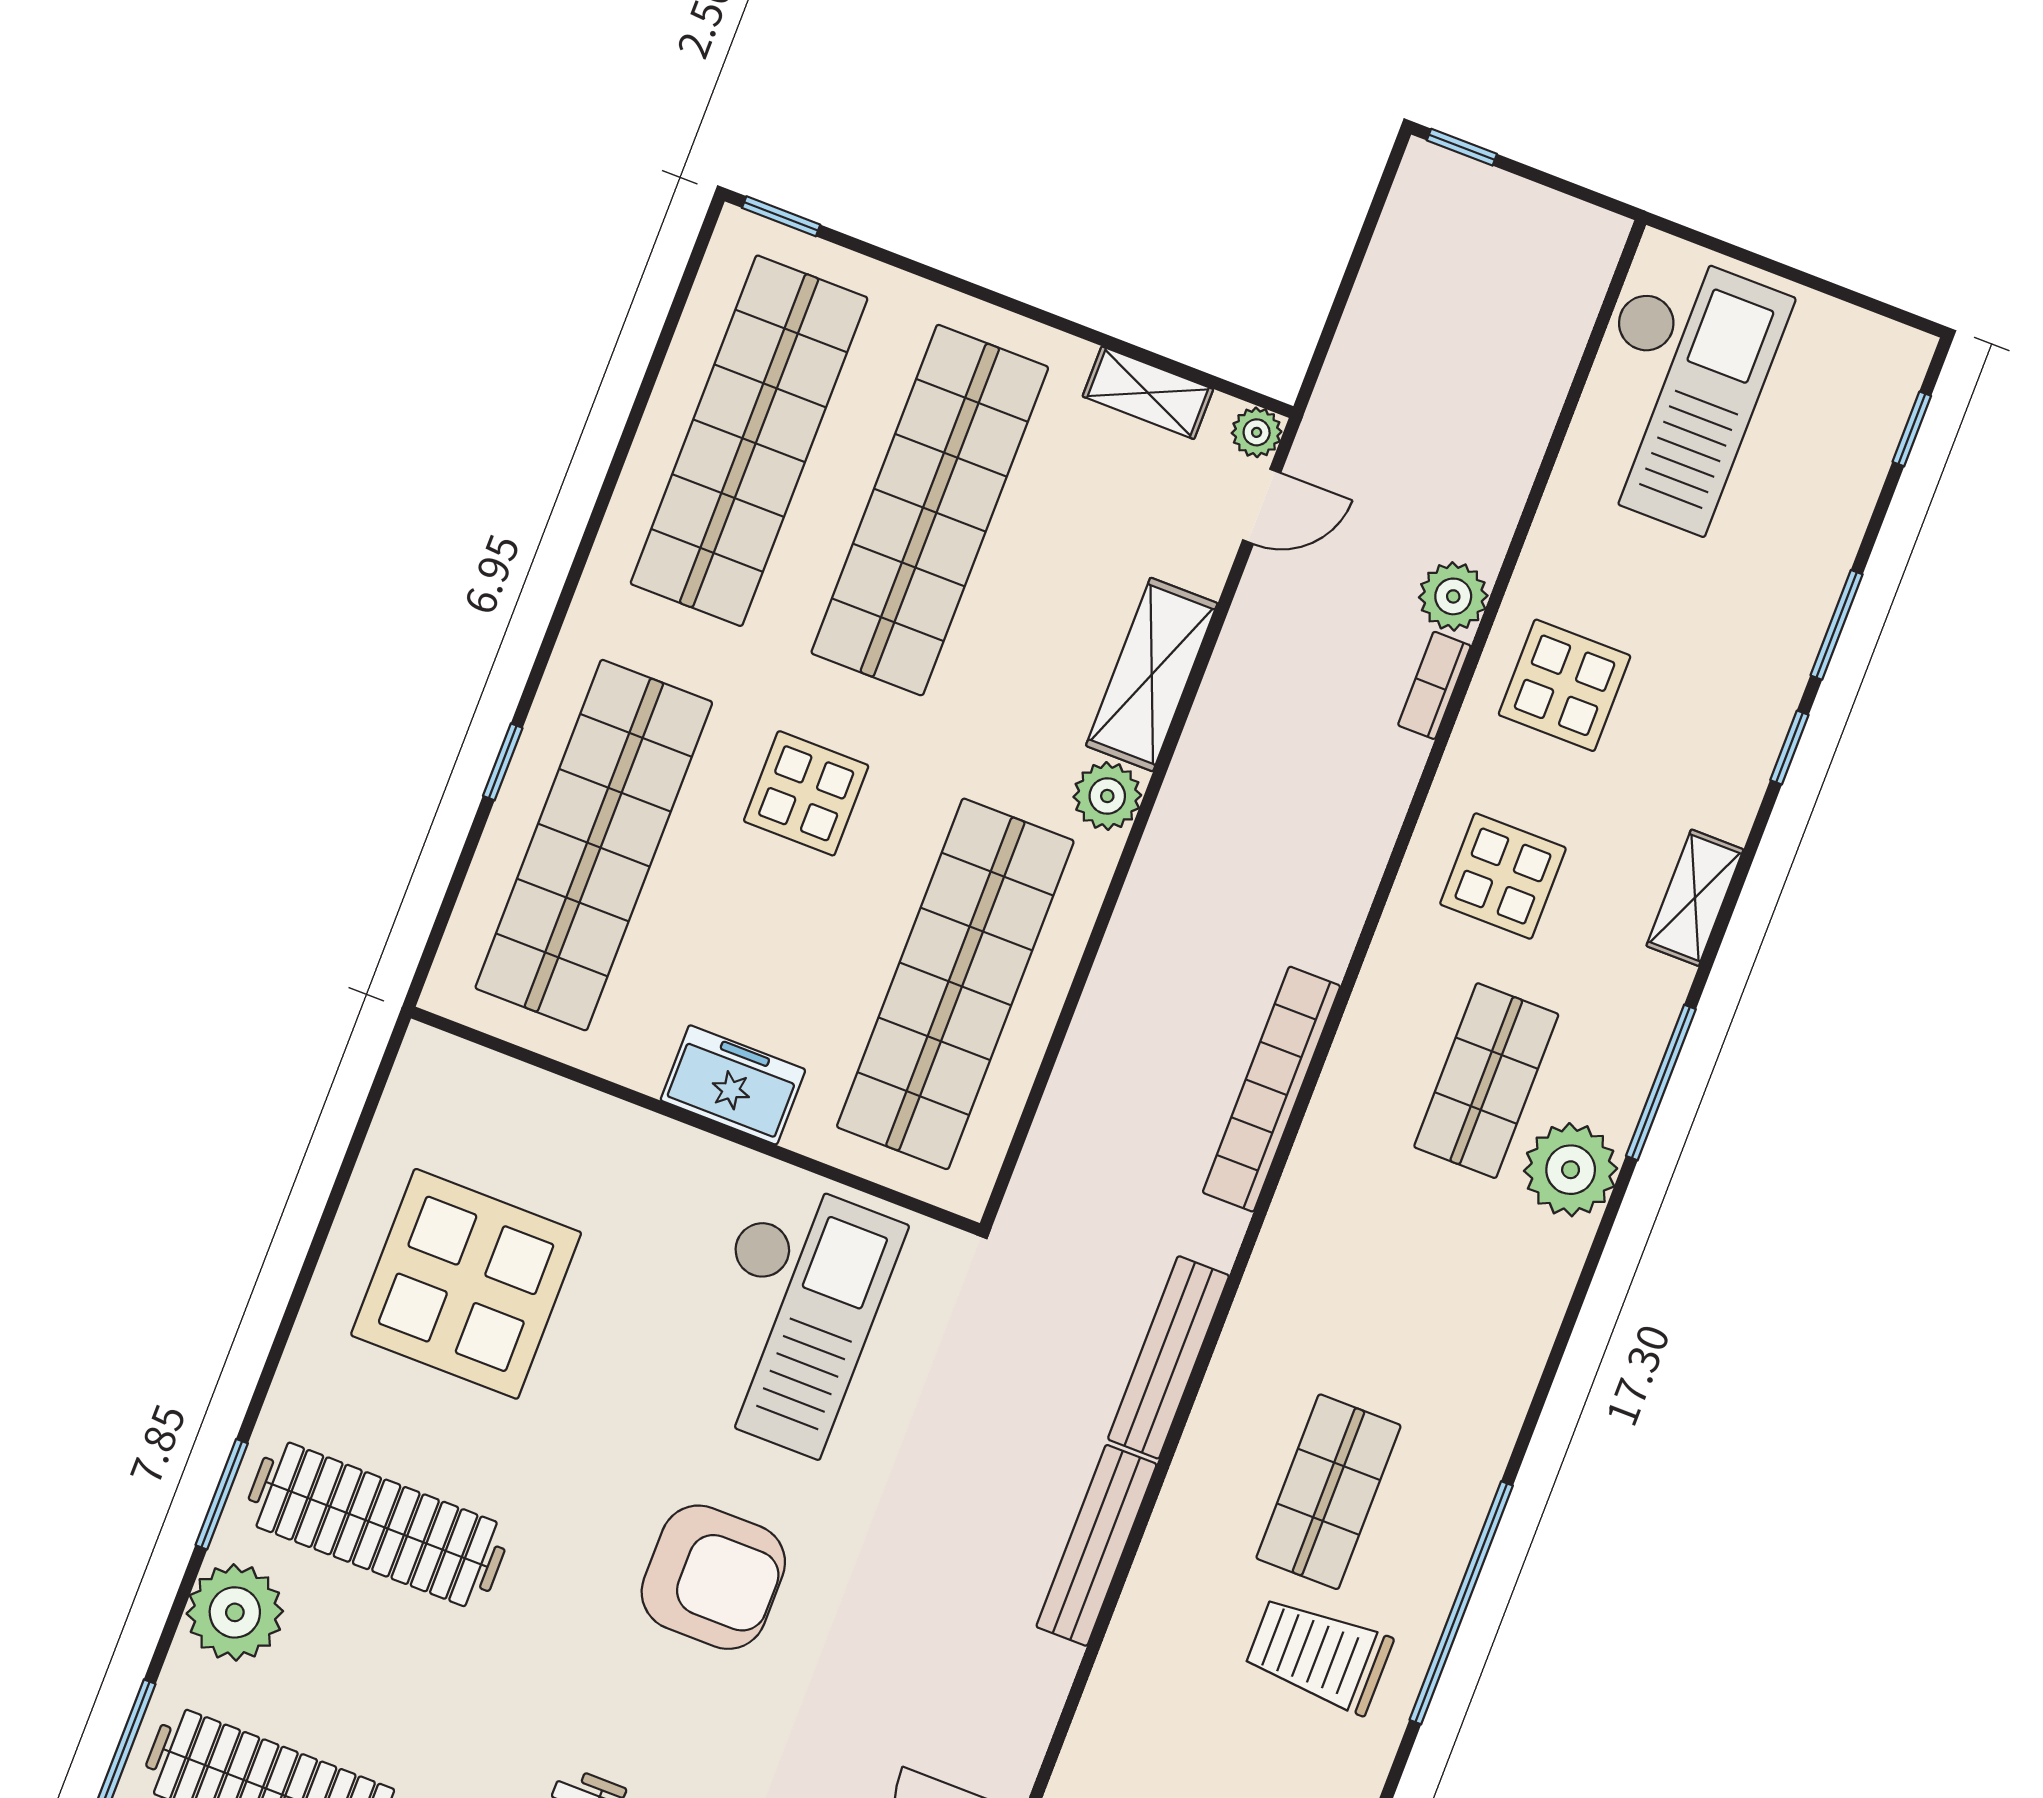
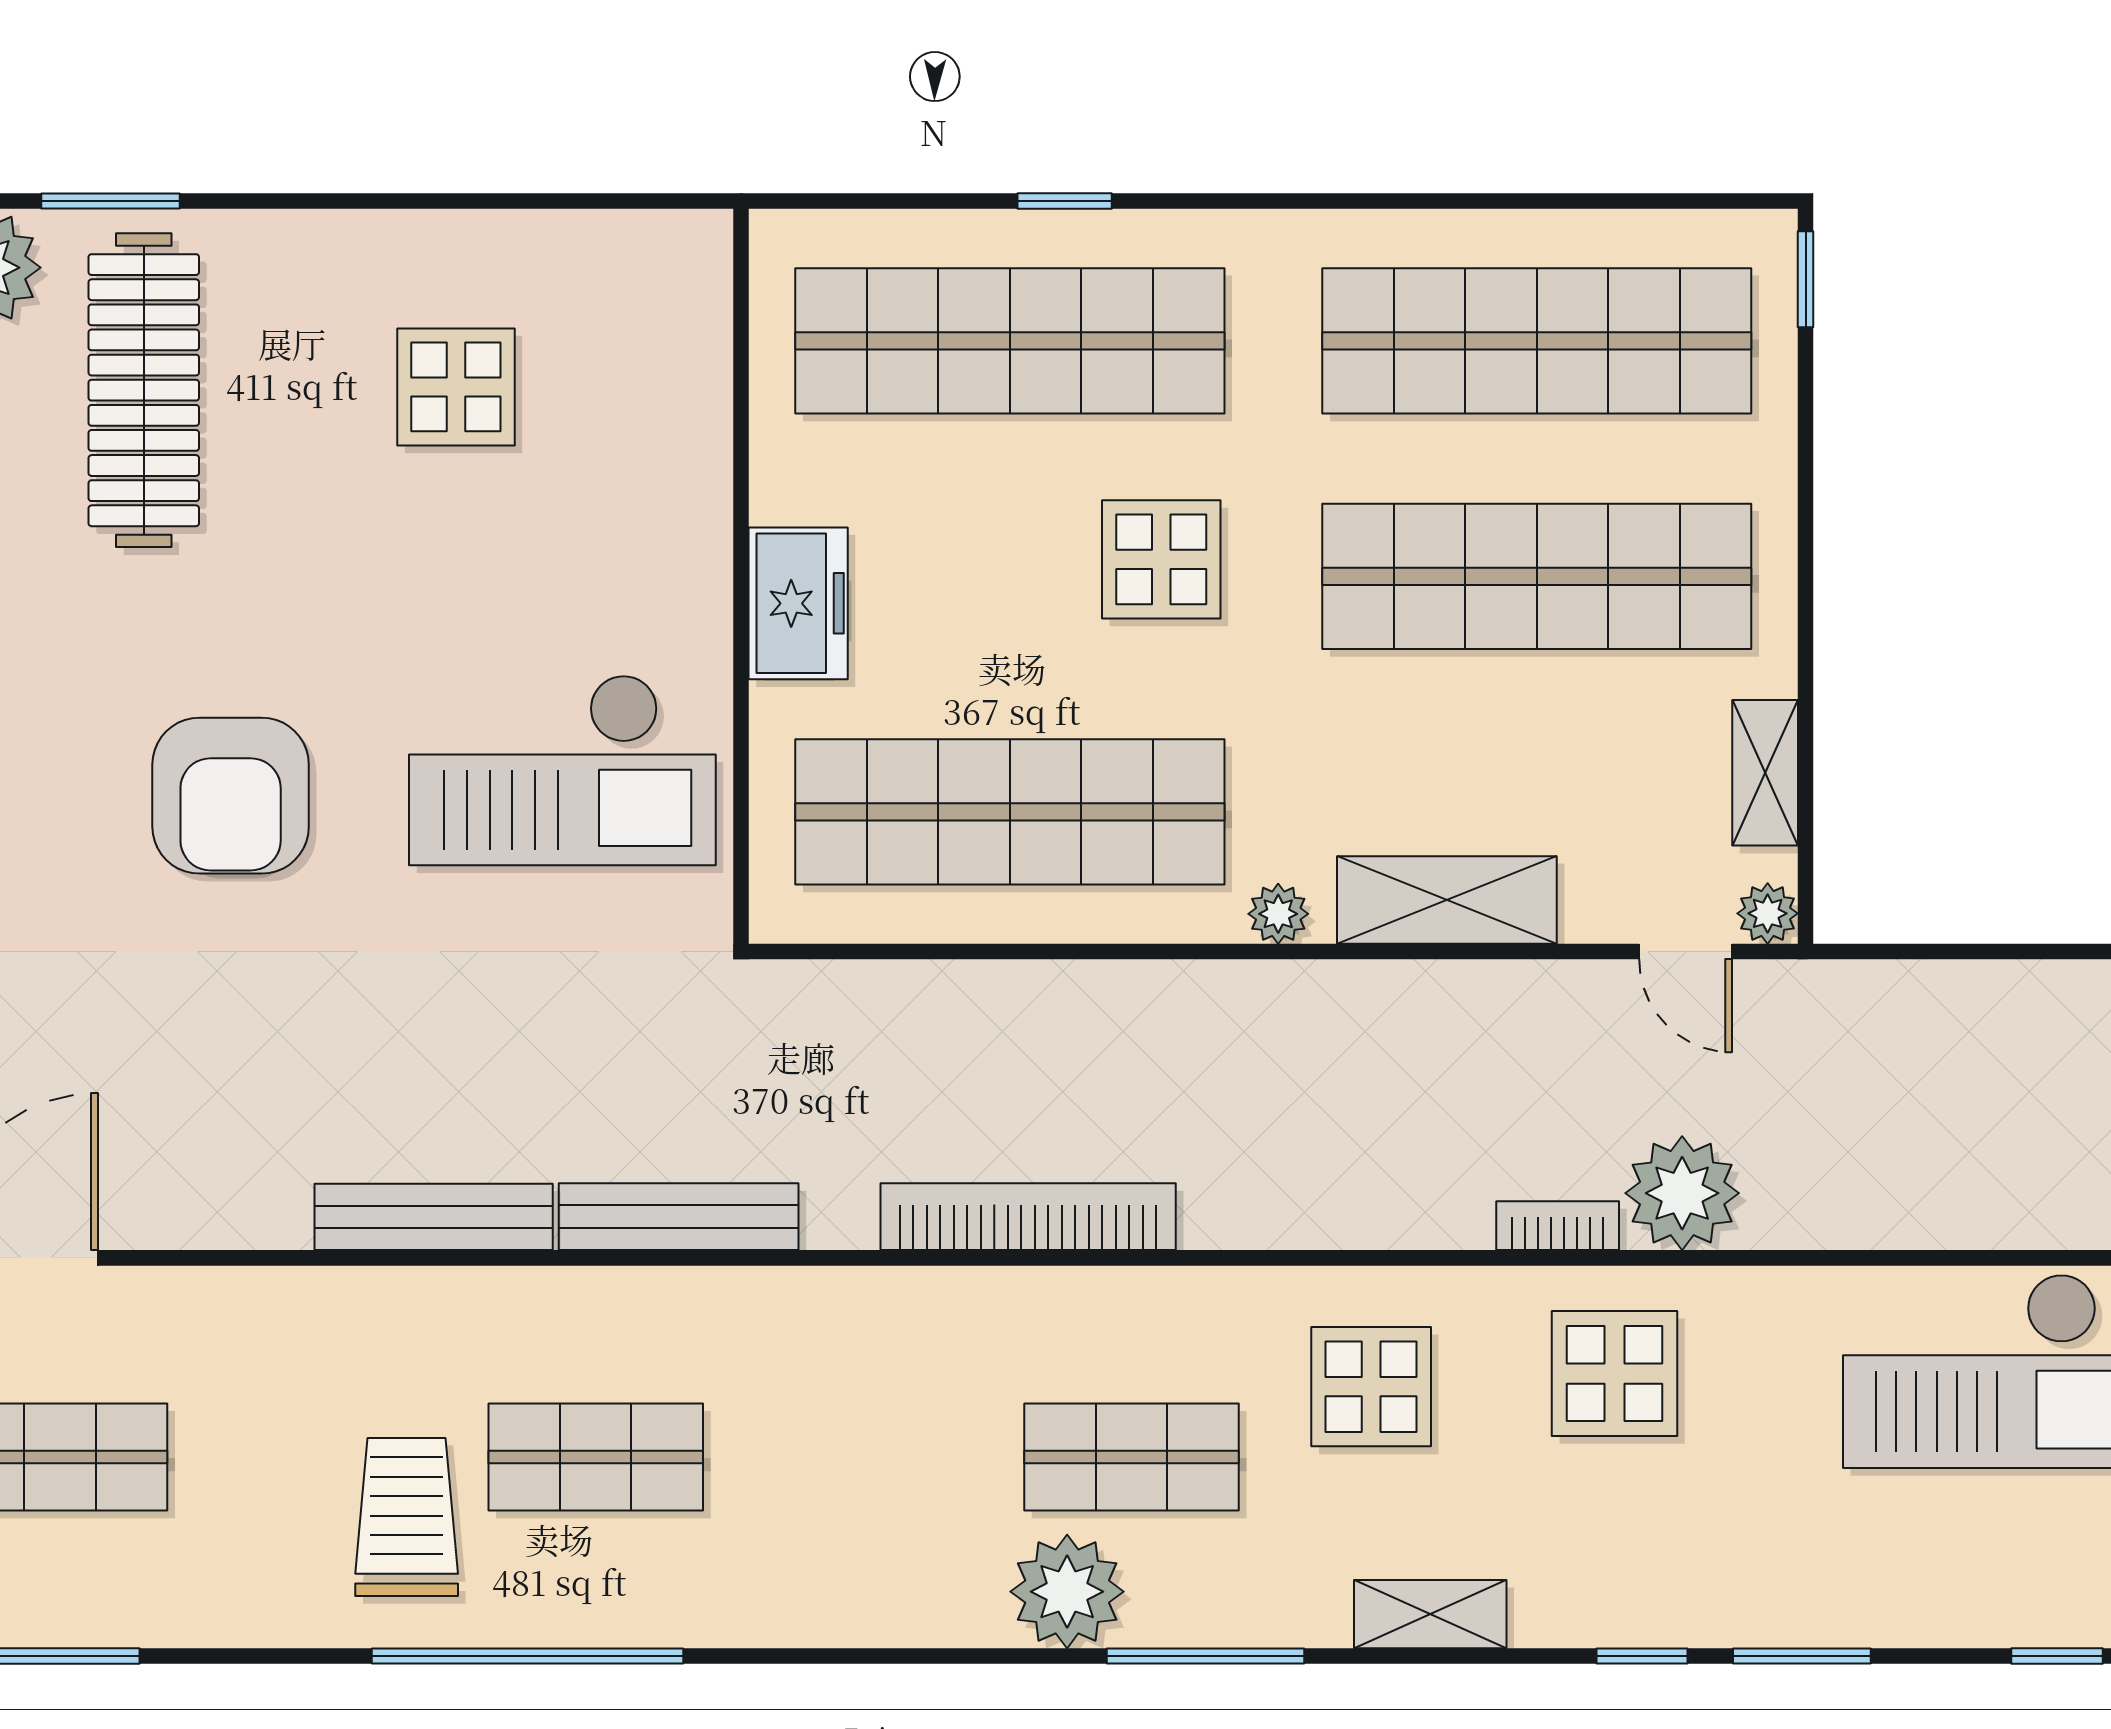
plant: (1453, 596) -> (1682, 1193), width x1.36, depth x1.36
plant: (1107, 796) -> (1278, 914), width x0.73, depth x0.73
display table: (466, 1284) -> (456, 387), width x0.54, depth x0.54

